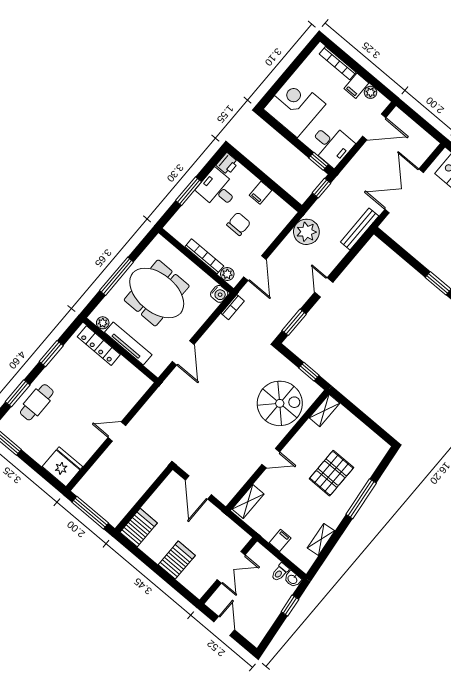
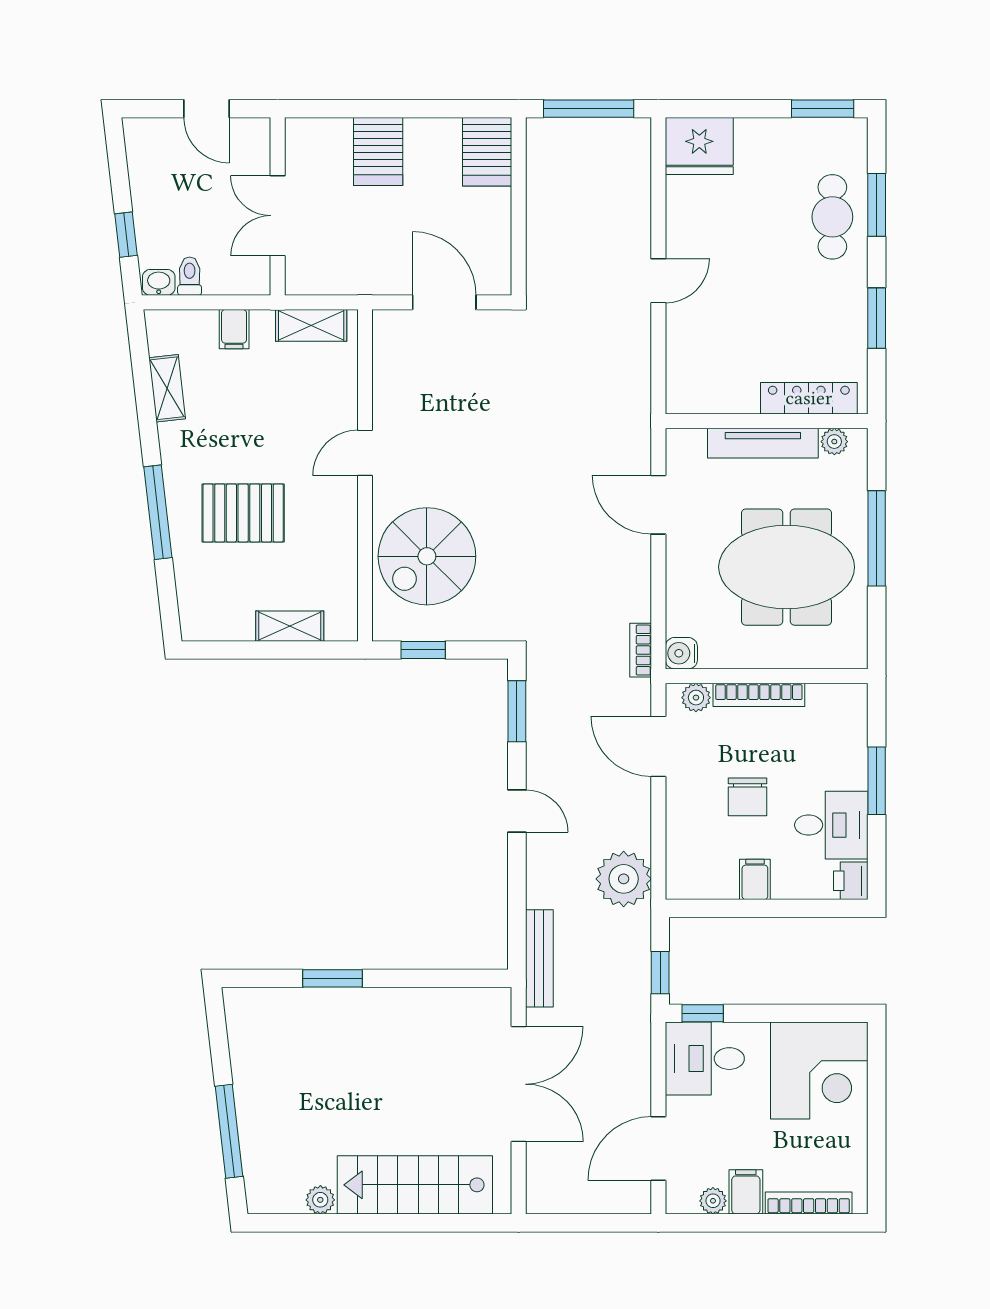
shelving: (324, 410) -> (290, 626), moved, turned 90
pallet: (331, 473) -> (243, 513), turned 90
shelving: (248, 502) -> (311, 325), moved, turned 90

